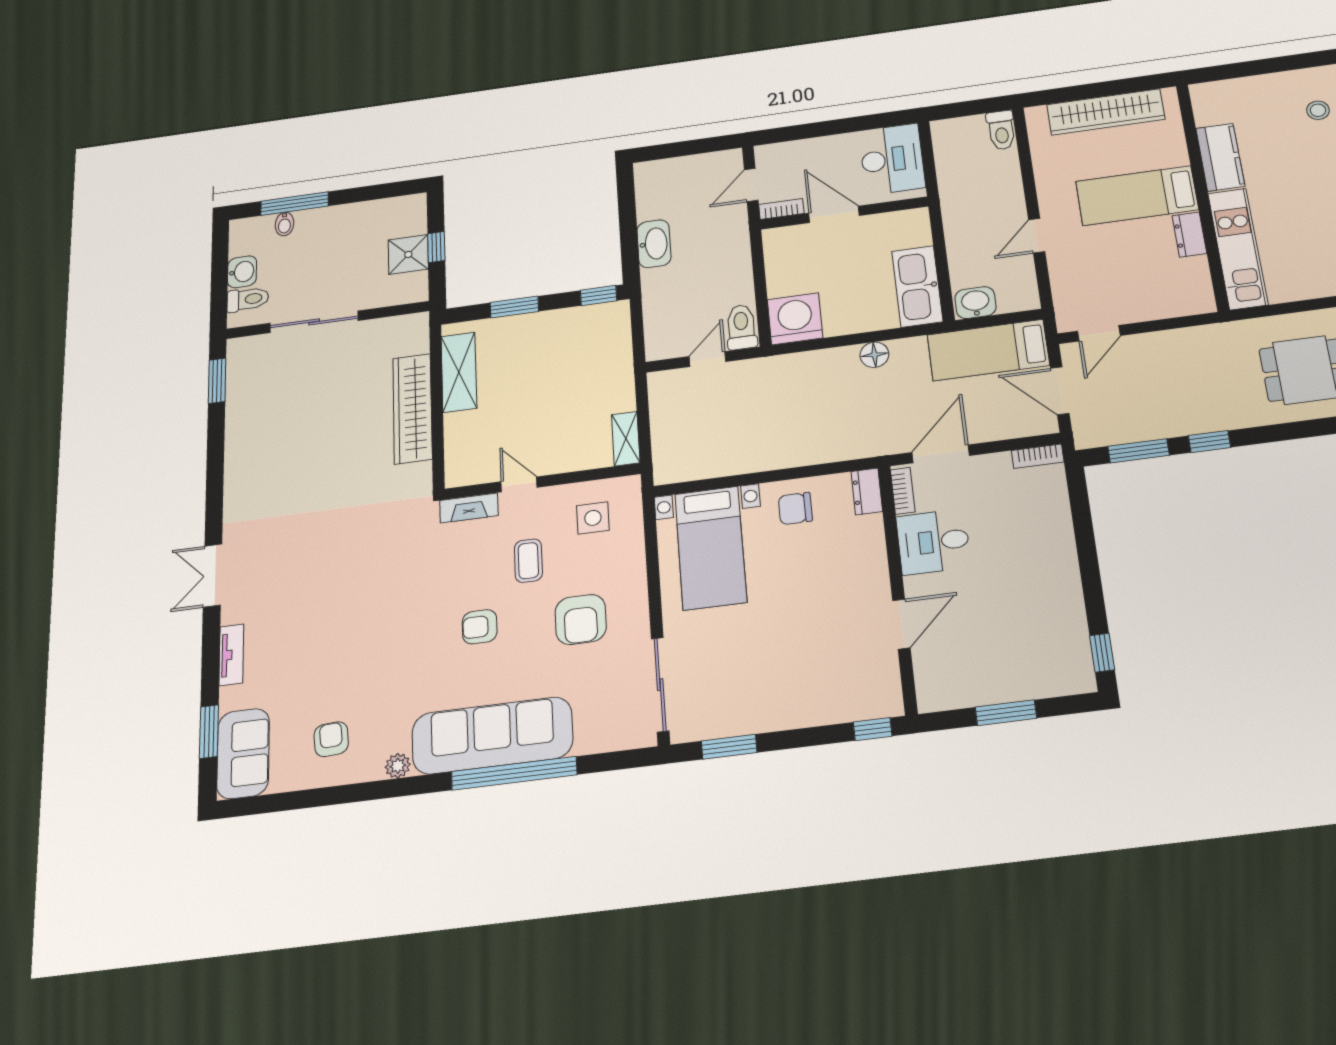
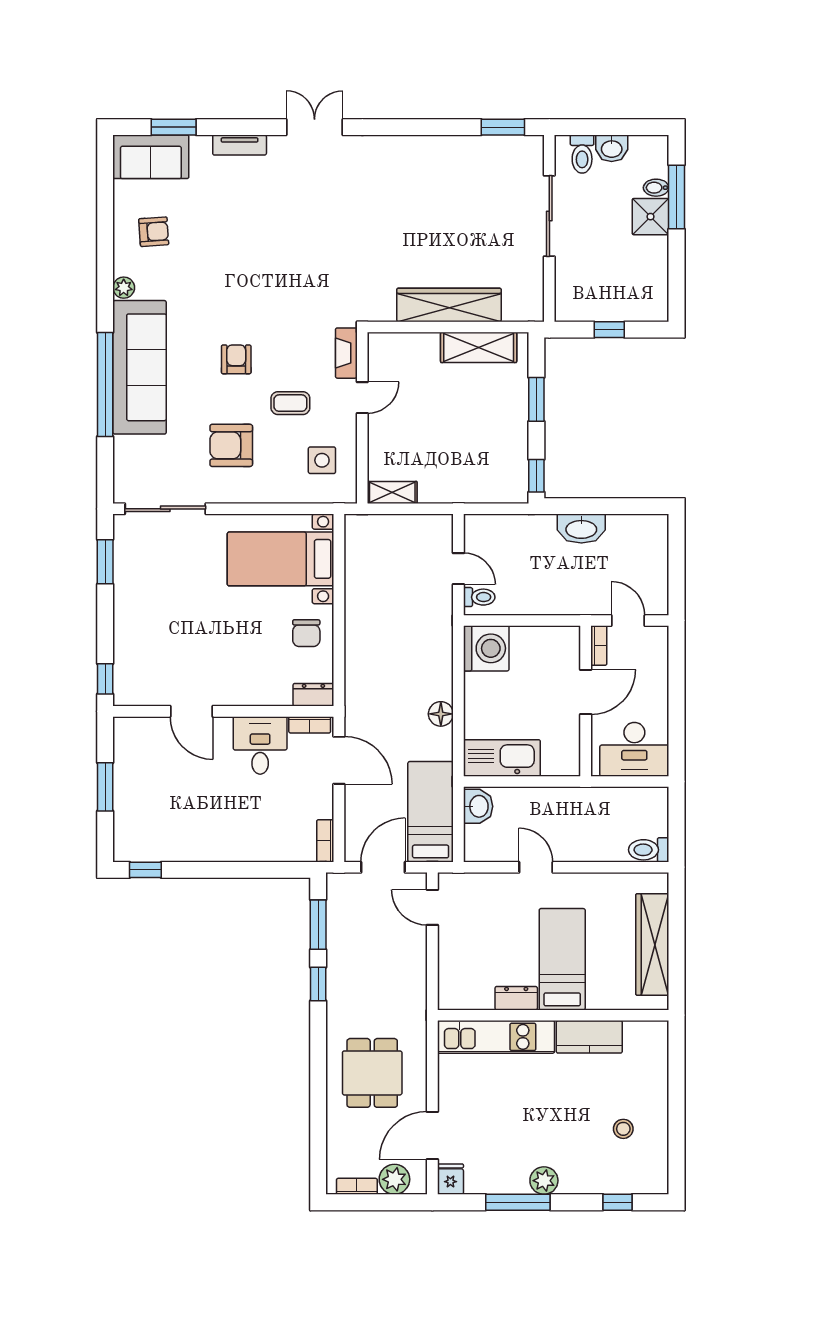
shower: (408, 254) -> (651, 217), moved
toilet: (741, 327) -> (479, 597), width x0.73, depth x0.72
chair: (795, 509) -> (306, 633), turned 180

